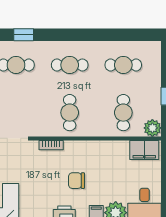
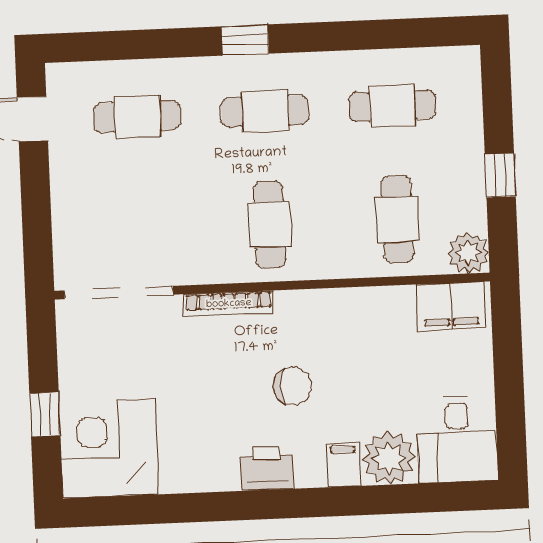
window: (24, 35) -> (245, 40), moved
bookcase: (51, 145) -> (229, 304), width x1.56
chair: (77, 181) -> (293, 386), turned 180

